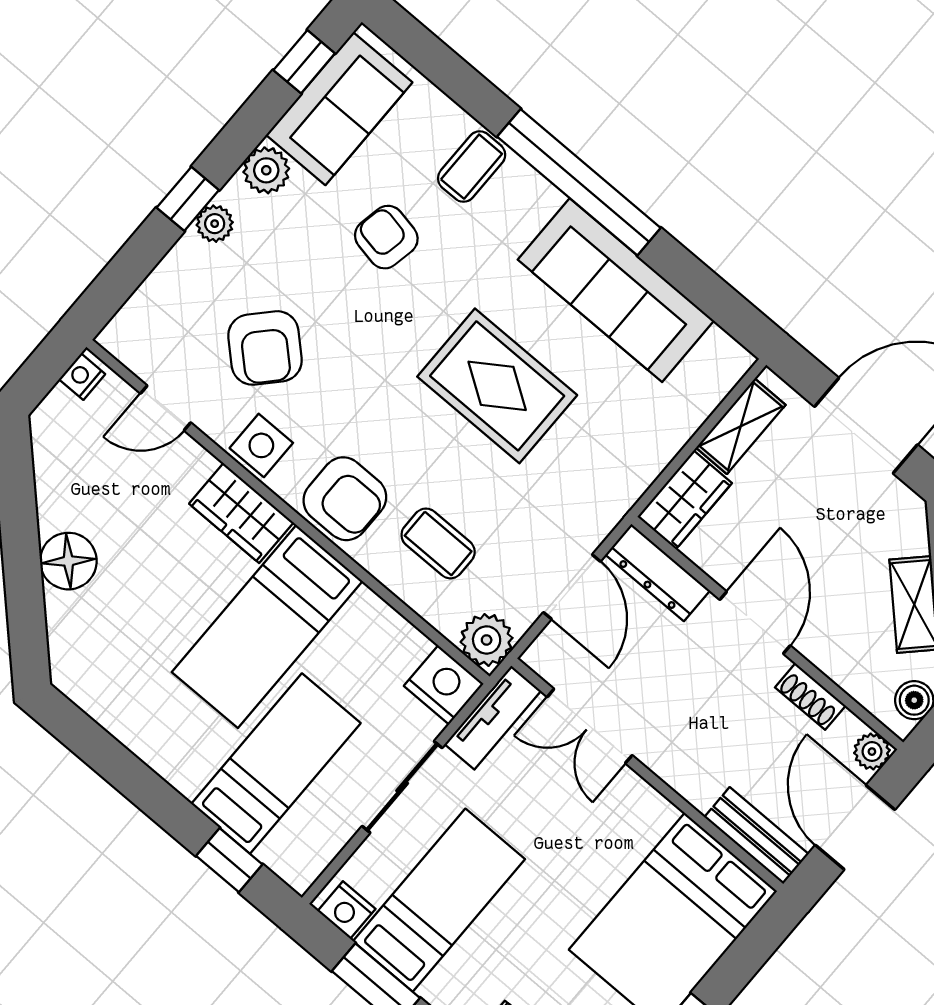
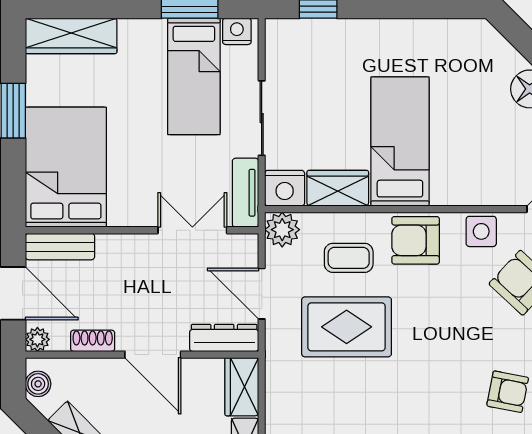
rug: (497, 386) -> (347, 327), moved
wardrobe: (241, 513) -> (338, 188), moved
bed: (276, 763) -> (336, 75), removed

